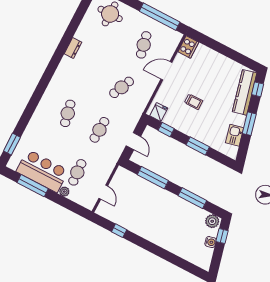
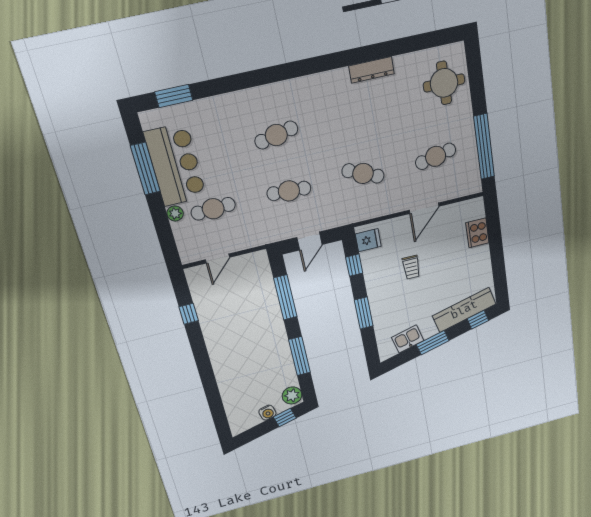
cooker: (188, 47) -> (477, 233), moved, turned 90
dresser: (73, 48) -> (372, 70), width x1.44
door: (166, 71) -> (424, 208), swing flipped

